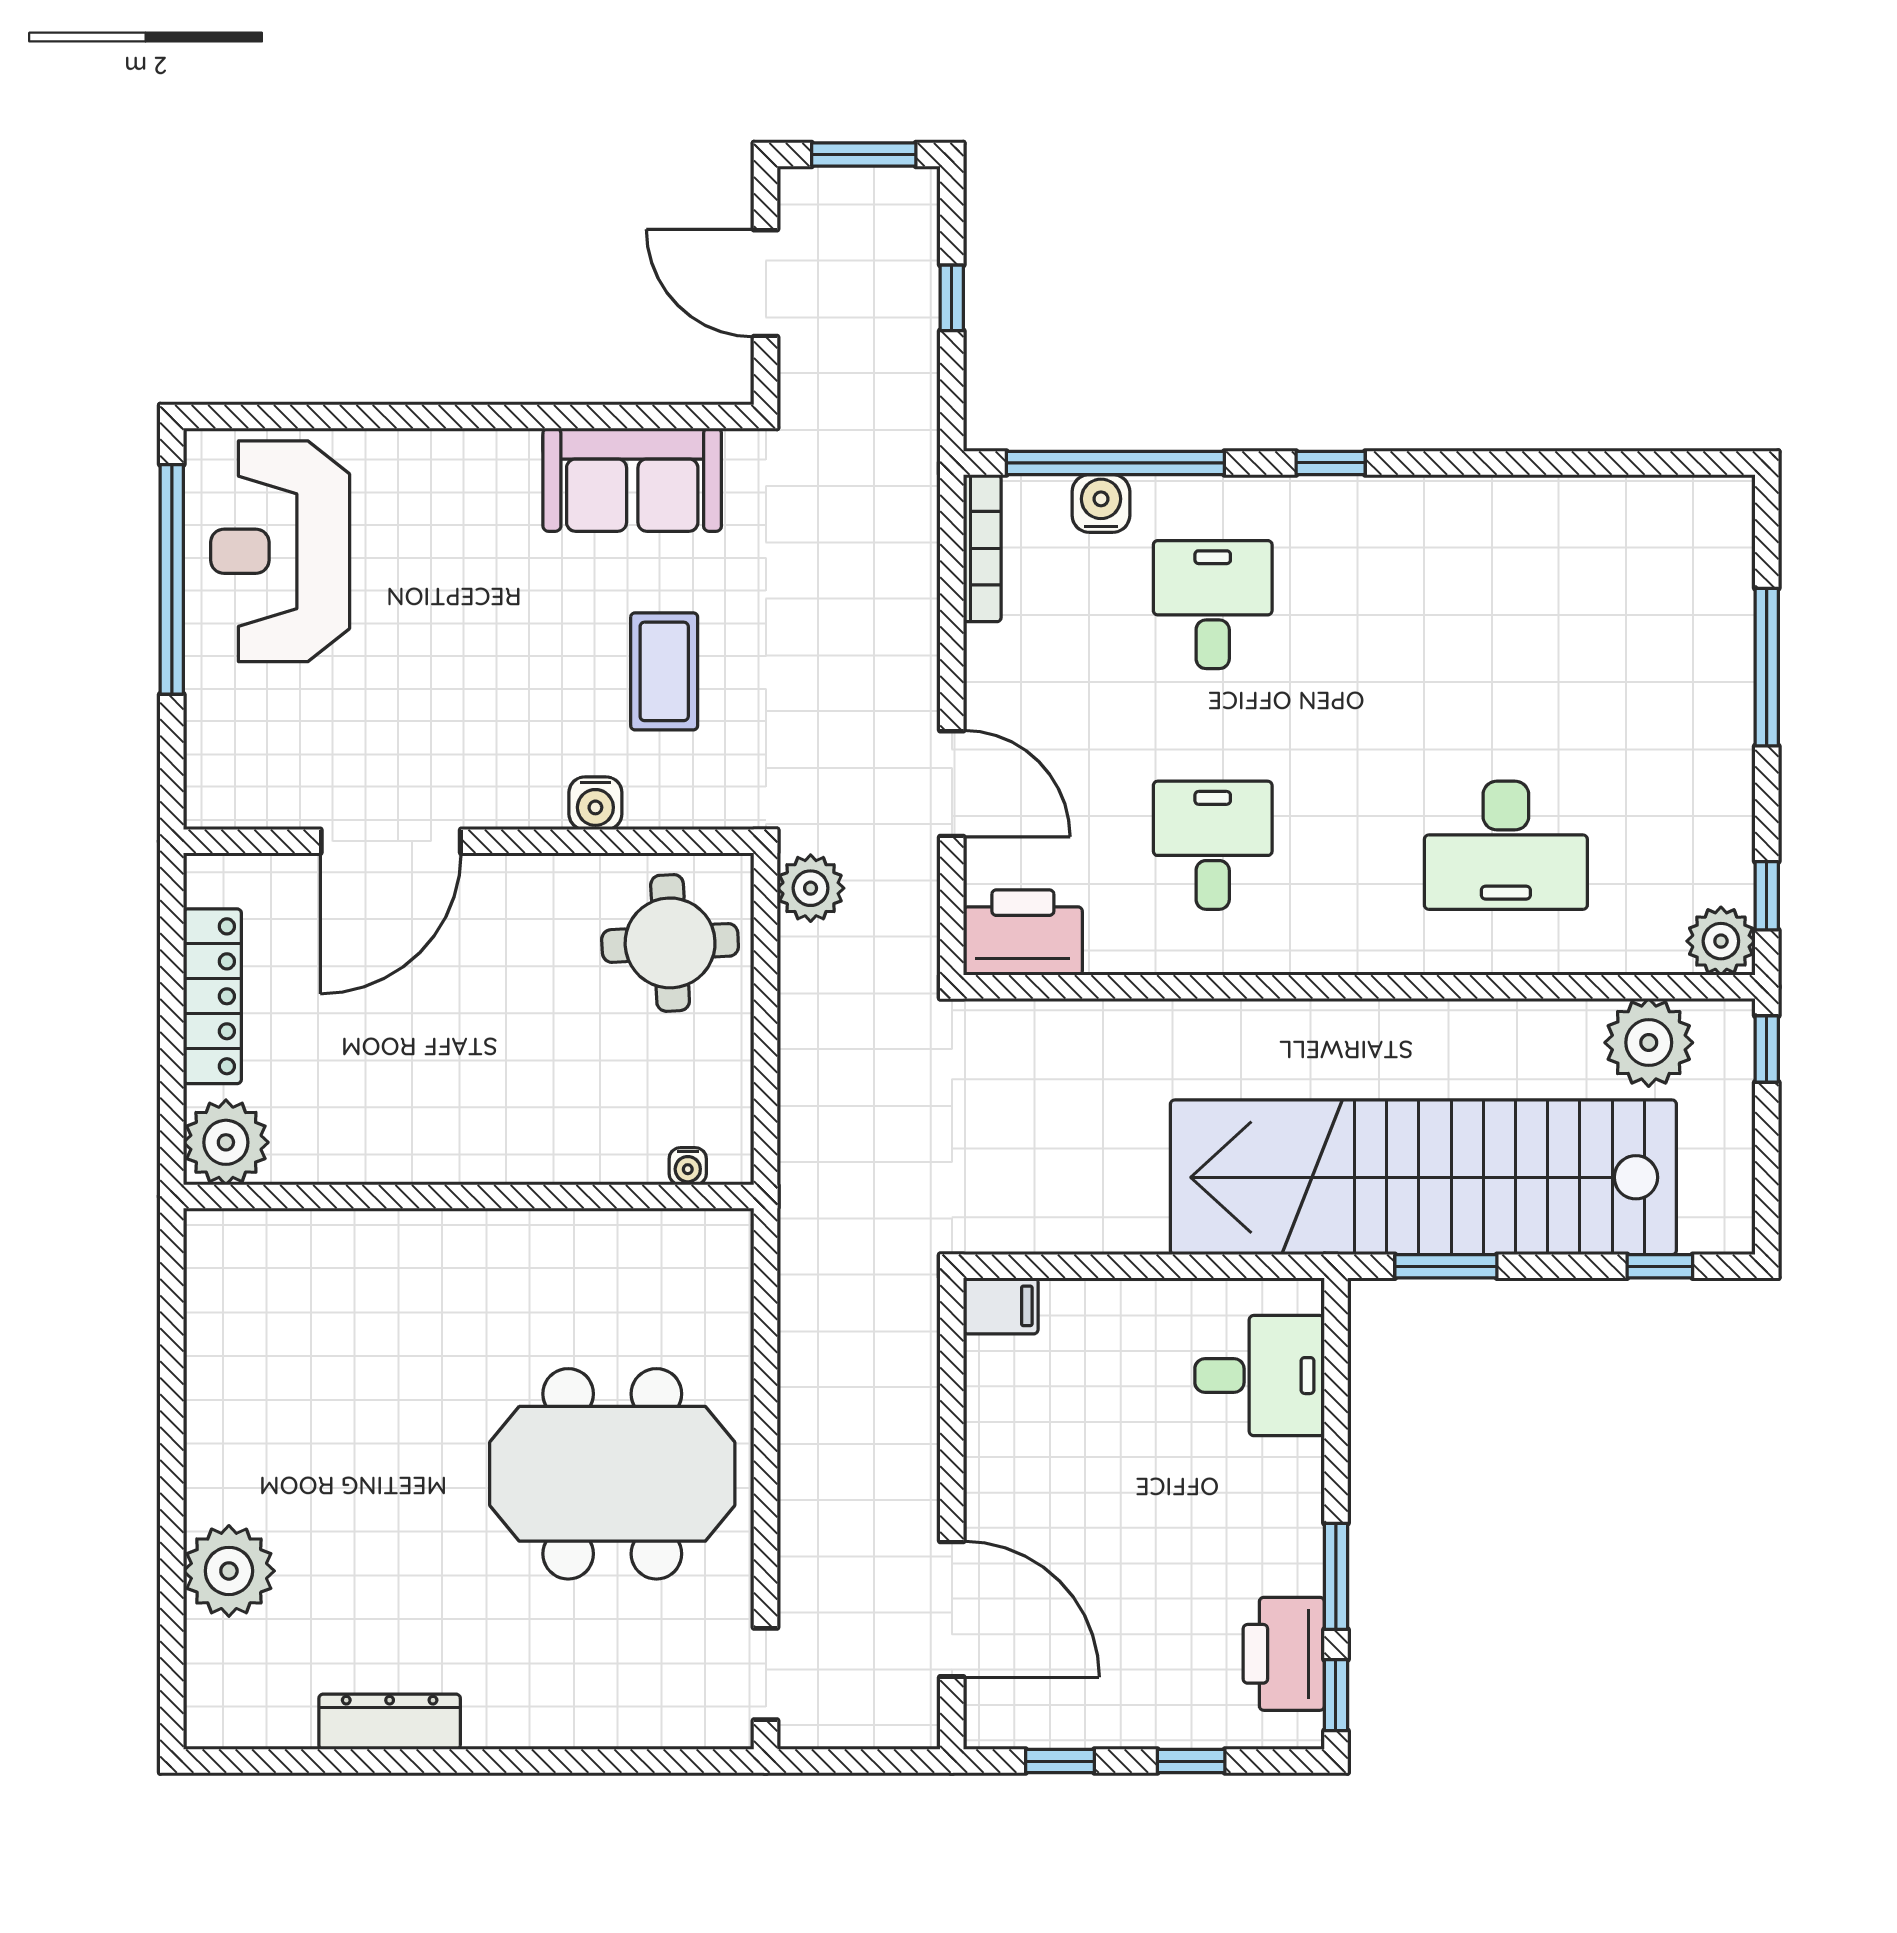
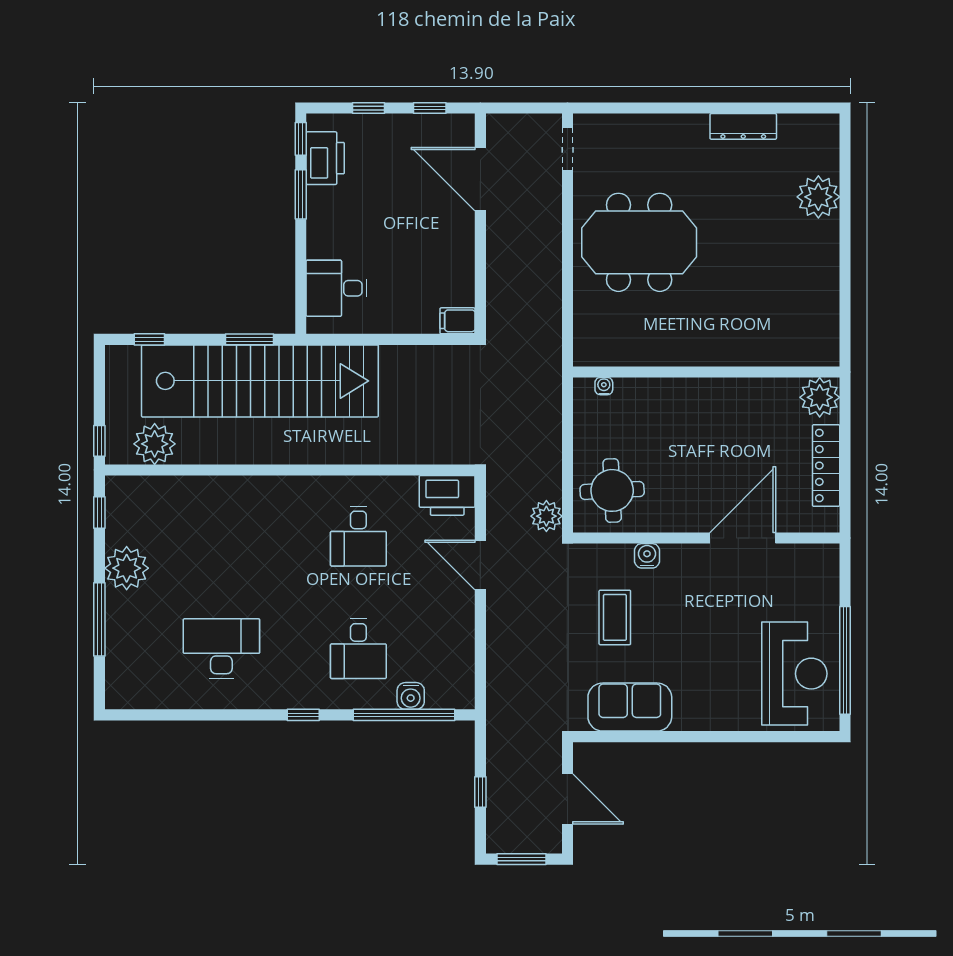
bookcase: (982, 548) -> (466, 675), removed
desk: (1506, 845) -> (221, 649), moved
plant: (1721, 941) -> (127, 568), moved, width x1.36, depth x1.36

